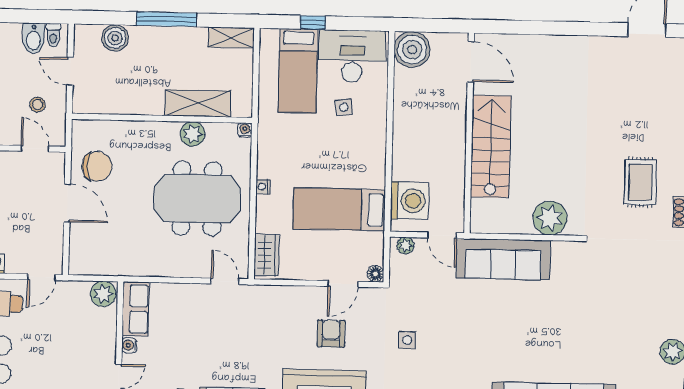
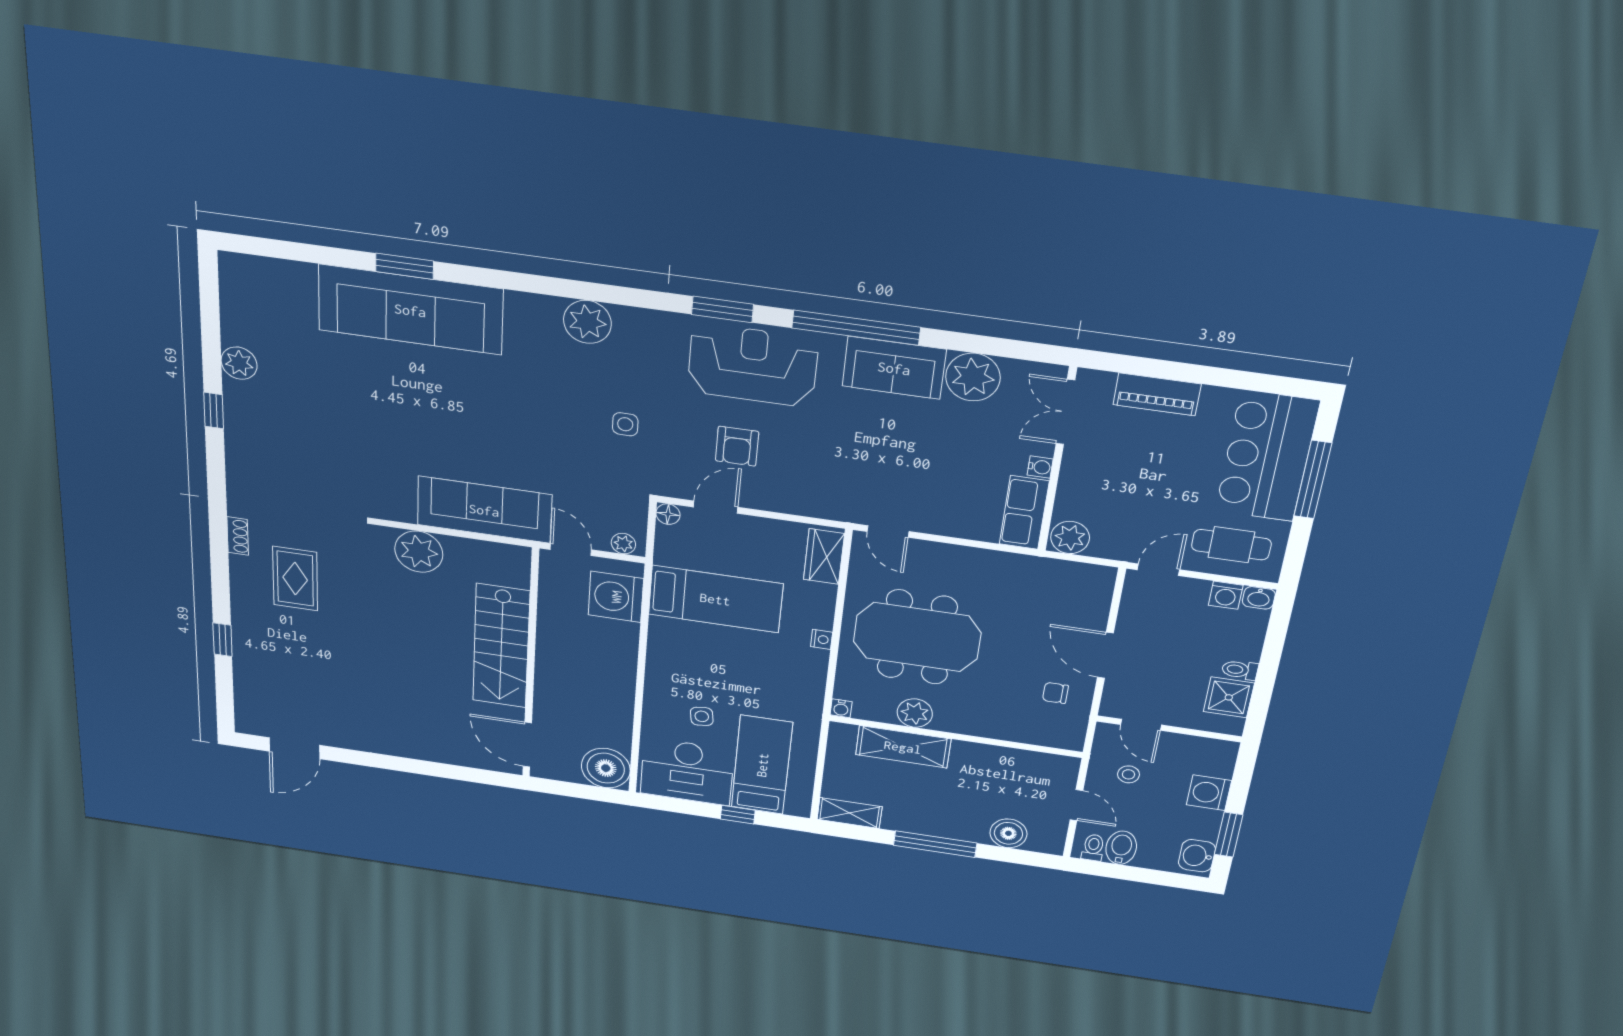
chair: (97, 166) -> (1055, 693), width x0.54, depth x0.54

